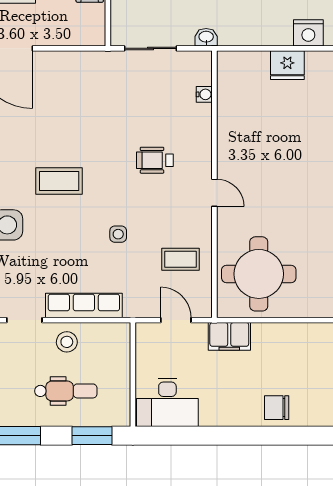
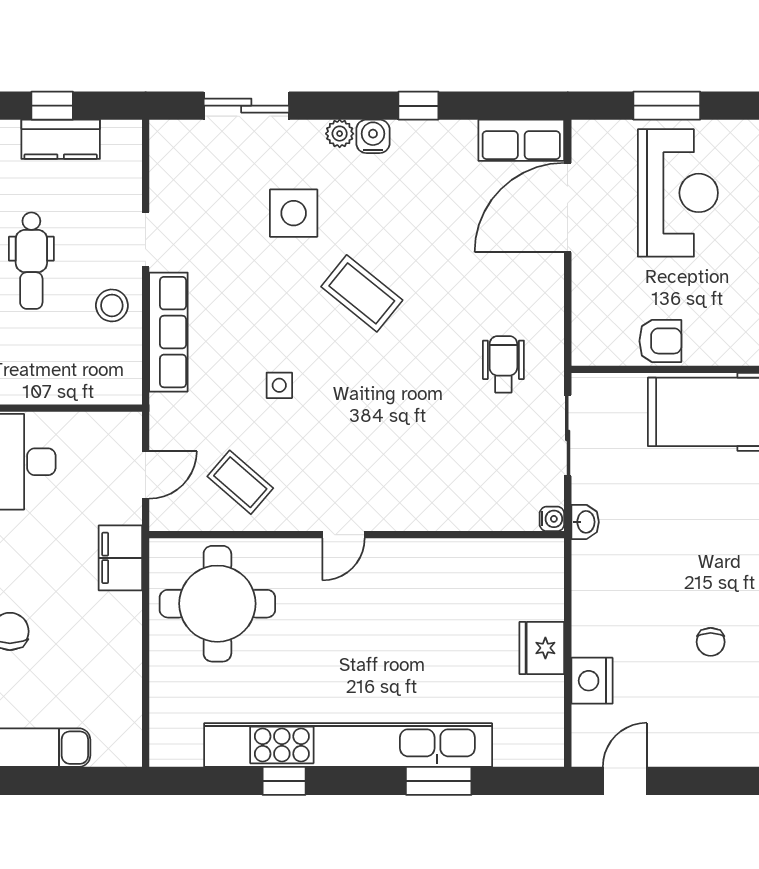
water cooler: (204, 94) -> (552, 519), moved, turned -90
wheelchair: (155, 160) -> (503, 364), moved
coffee table: (59, 181) -> (362, 293), turned -51
coffee table: (181, 259) -> (240, 482), turned -49
dental chair: (66, 391) -> (31, 261), moved

